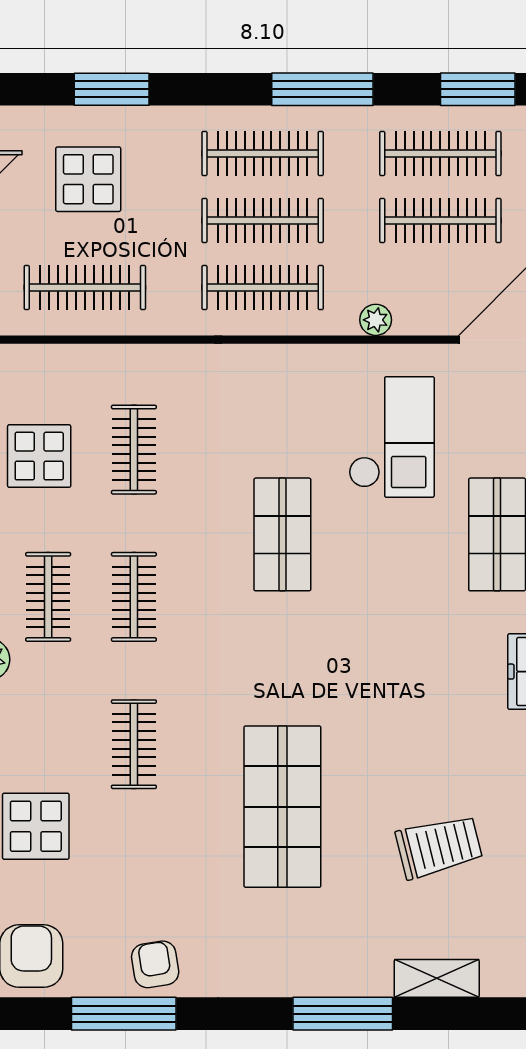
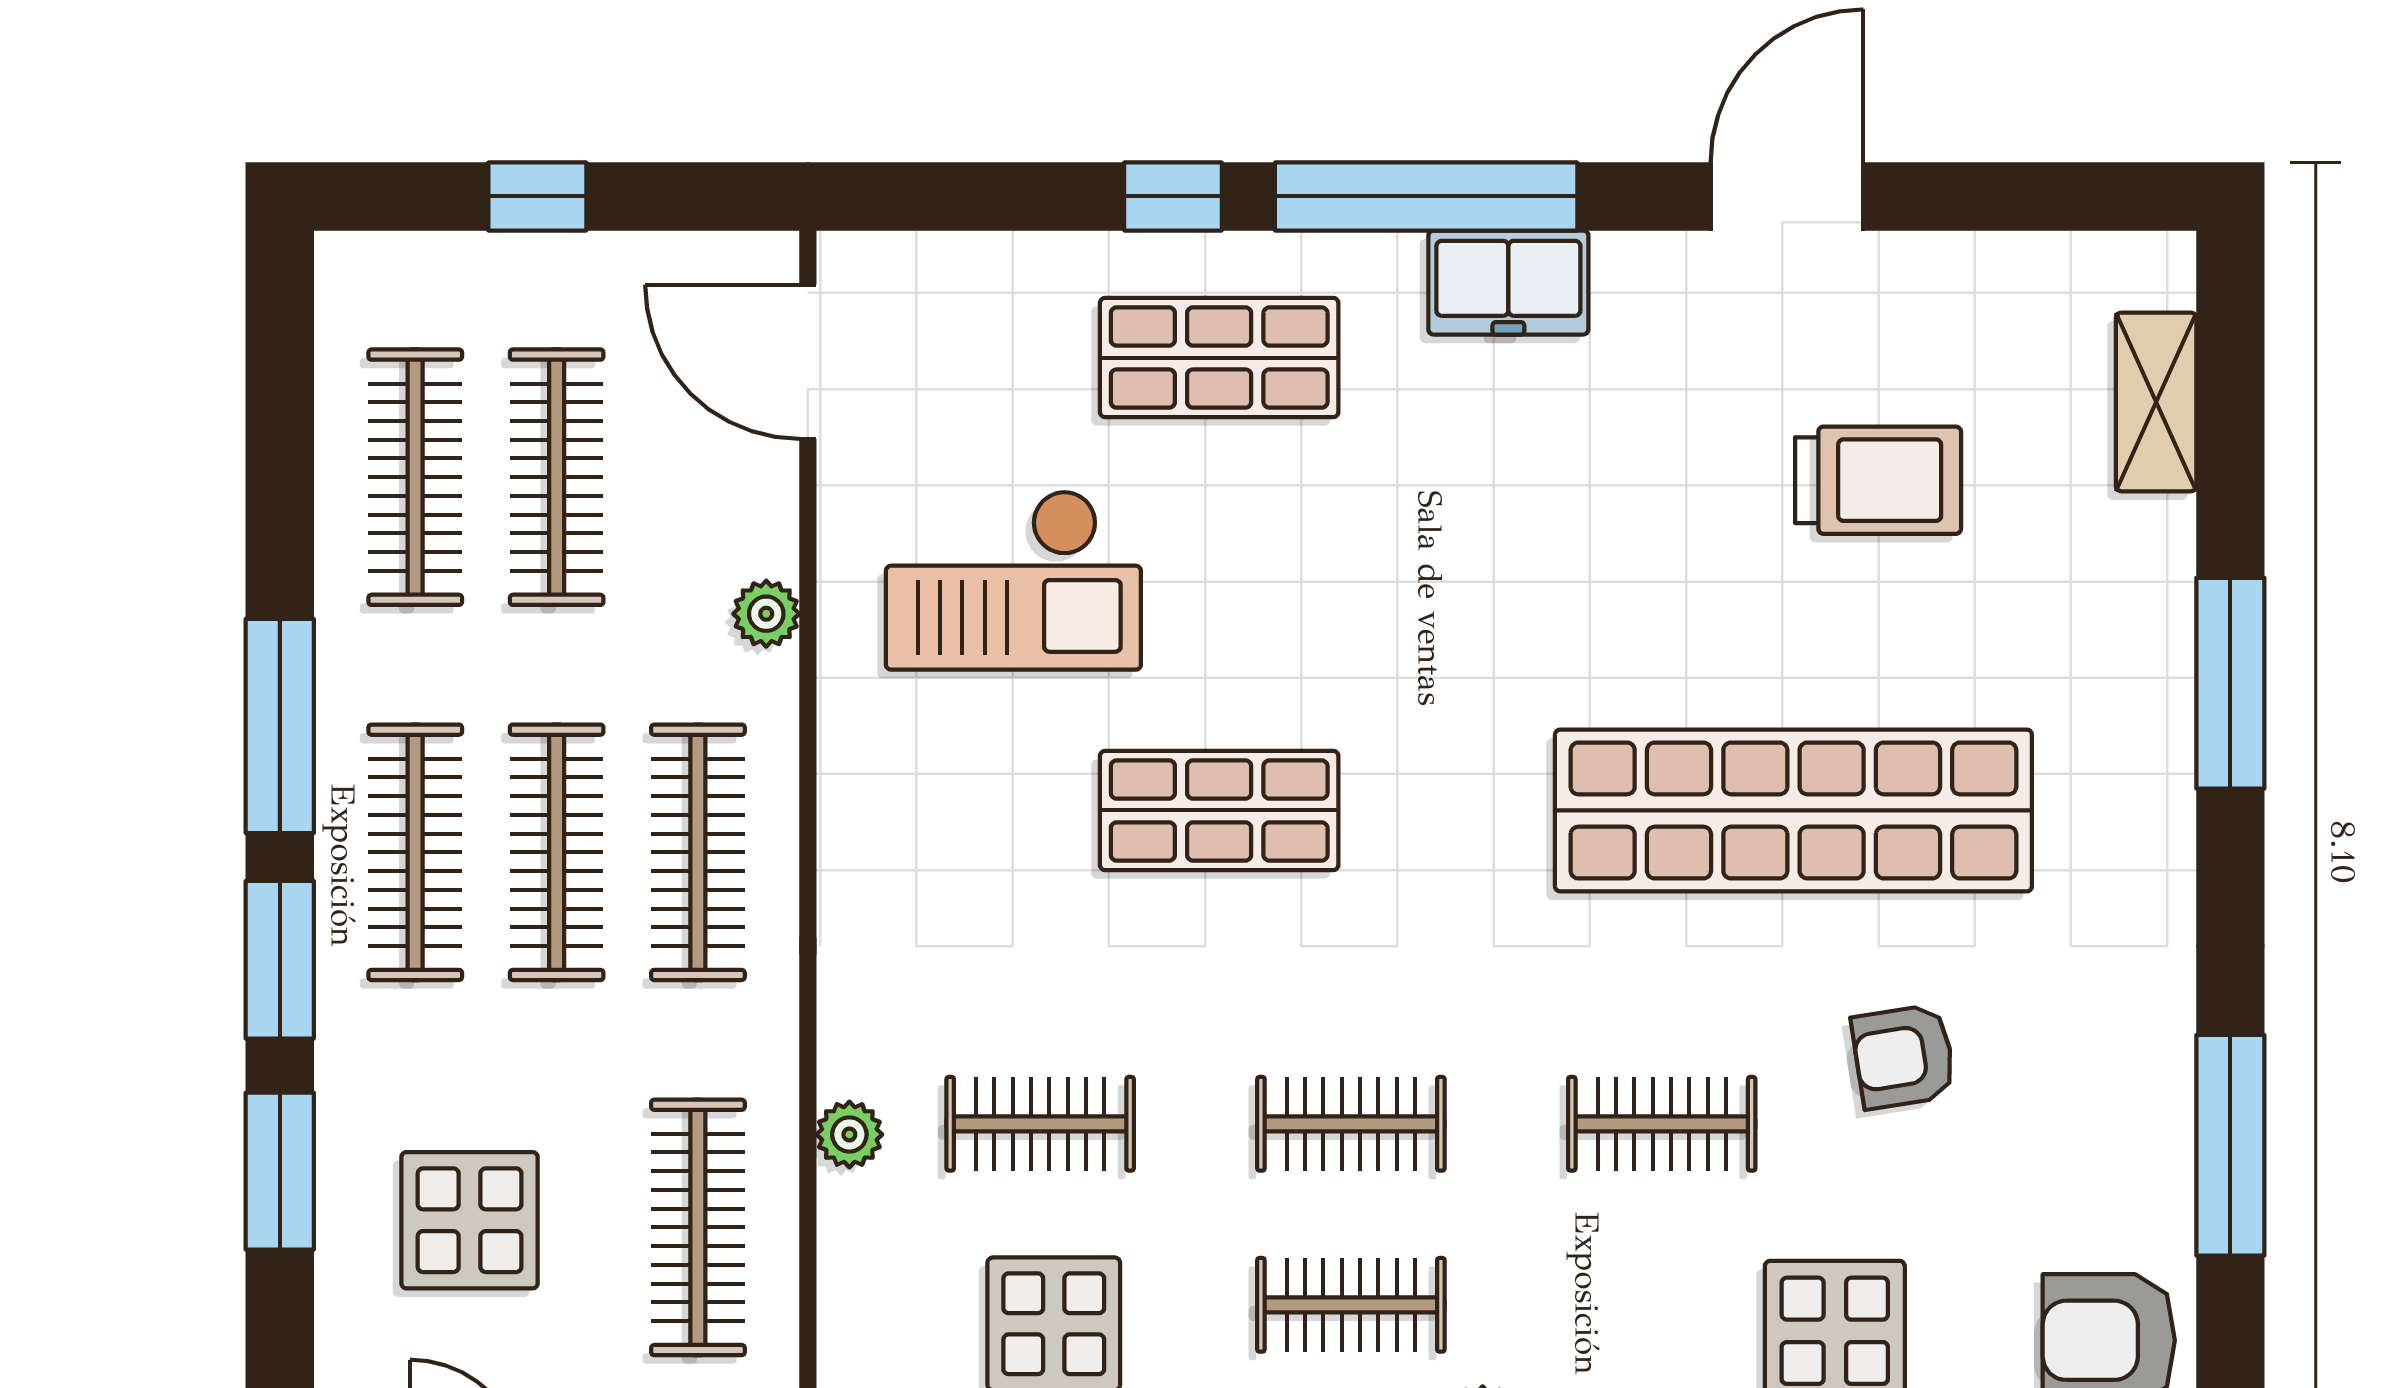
window: (478, 89) -> (280, 960), moved
plant: (129, 359) -> (849, 1134), added
checkout: (392, 437) -> (1013, 580), turned 180
shop shelf: (282, 807) -> (1793, 810), width x1.40
trolley: (439, 847) -> (1878, 480), turned 104
armchair: (155, 964) -> (1904, 1057), moved
shelving: (437, 978) -> (2156, 402), moved

